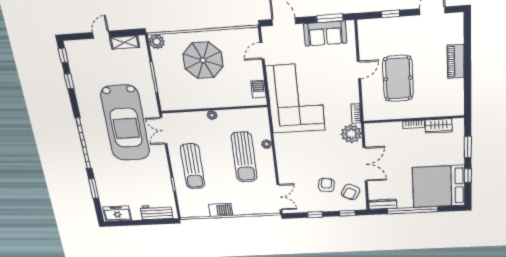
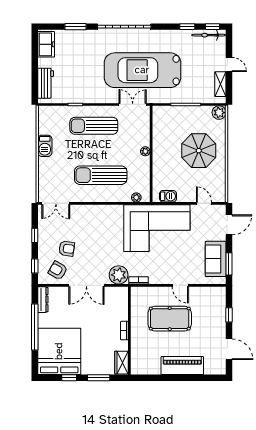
bicycle: (73, 59) -> (209, 35), added
piano: (456, 61) -> (182, 366), width x1.37, depth x1.33
wardrobe: (439, 126) -> (122, 363), moved
plant: (267, 144) -> (136, 197), moved

